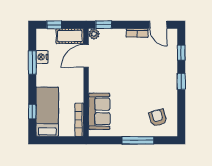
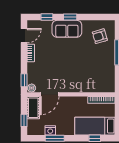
door: (86, 56) -> (50, 94), hinge flipped
sofa: (99, 111) -> (67, 29), moved, turned 180

